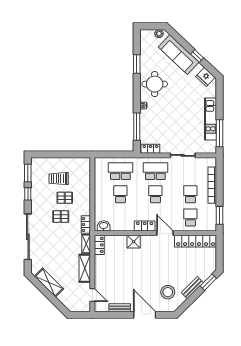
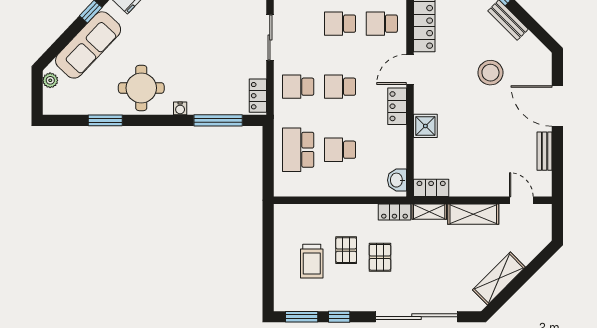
school desk: (155, 171) -> (298, 87), width x0.54
stool: (168, 292) -> (490, 73), moved
door: (92, 295) -> (521, 200), hinge flipped
door: (145, 315) -> (557, 106), hinge flipped

